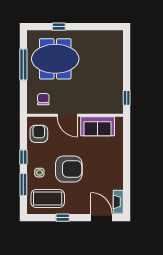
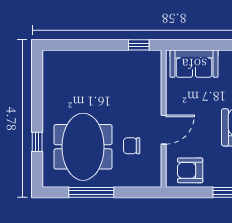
chair: (43, 99) -> (132, 146), moved
sofa: (98, 126) -> (194, 64), moved, turned 90

